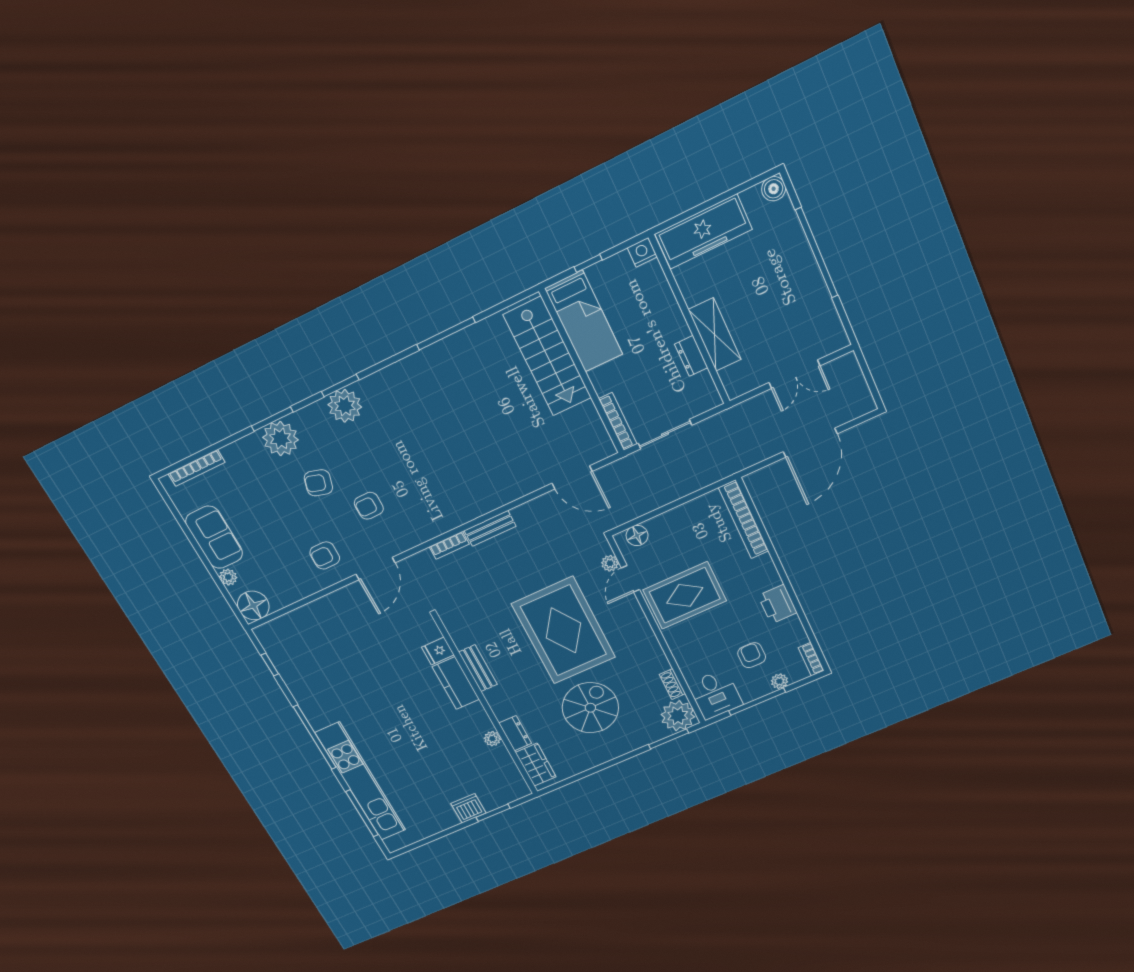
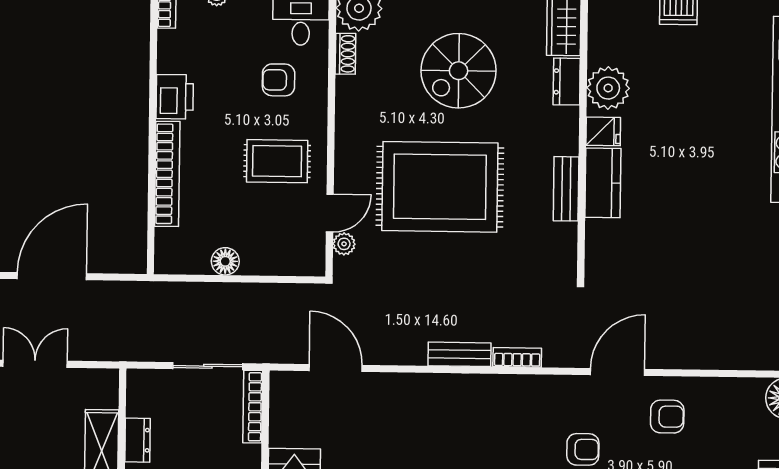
bookcase: (744, 519) -> (167, 174), moved
floor lamp: (637, 536) -> (225, 261), moved
rug: (685, 595) -> (277, 161), width x0.73, depth x0.70
rug: (564, 631) -> (440, 187), turned 90
fridge: (438, 651) -> (603, 131), moved
armchair: (752, 655) -> (279, 80), moved, turned 90
plant: (492, 739) -> (608, 88), width x1.88, depth x1.88

